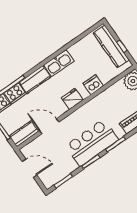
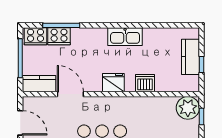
kitchen counter: (111, 46) -> (190, 57), width x0.67
kitchen counter: (35, 80) -> (89, 37), removed

